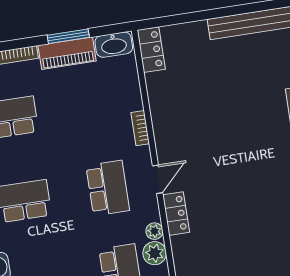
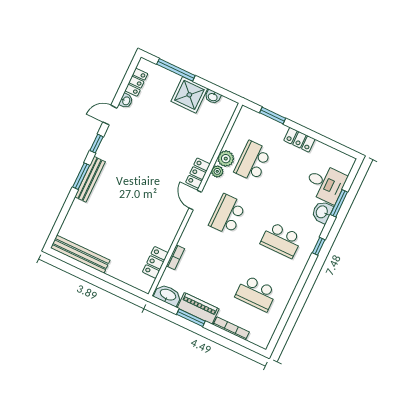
locker: (151, 50) -> (155, 262), moved
bookcase: (140, 128) -> (175, 257), moved
door: (158, 179) -> (195, 200), hinge flipped

